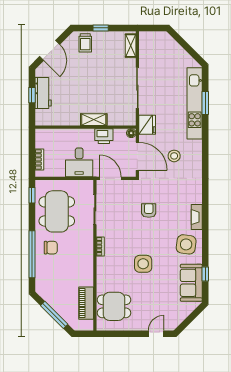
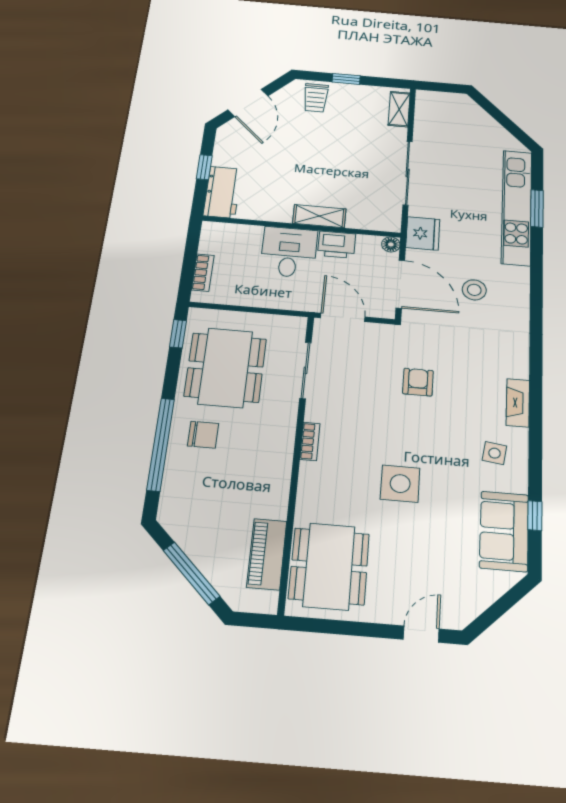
workbench: (43, 93) -> (222, 192), moved
desk: (79, 162) -> (289, 252), moved, turned 180
side table: (186, 244) -> (495, 453), width x0.54, depth x0.54
dining table: (114, 306) -> (329, 566), width x1.38

